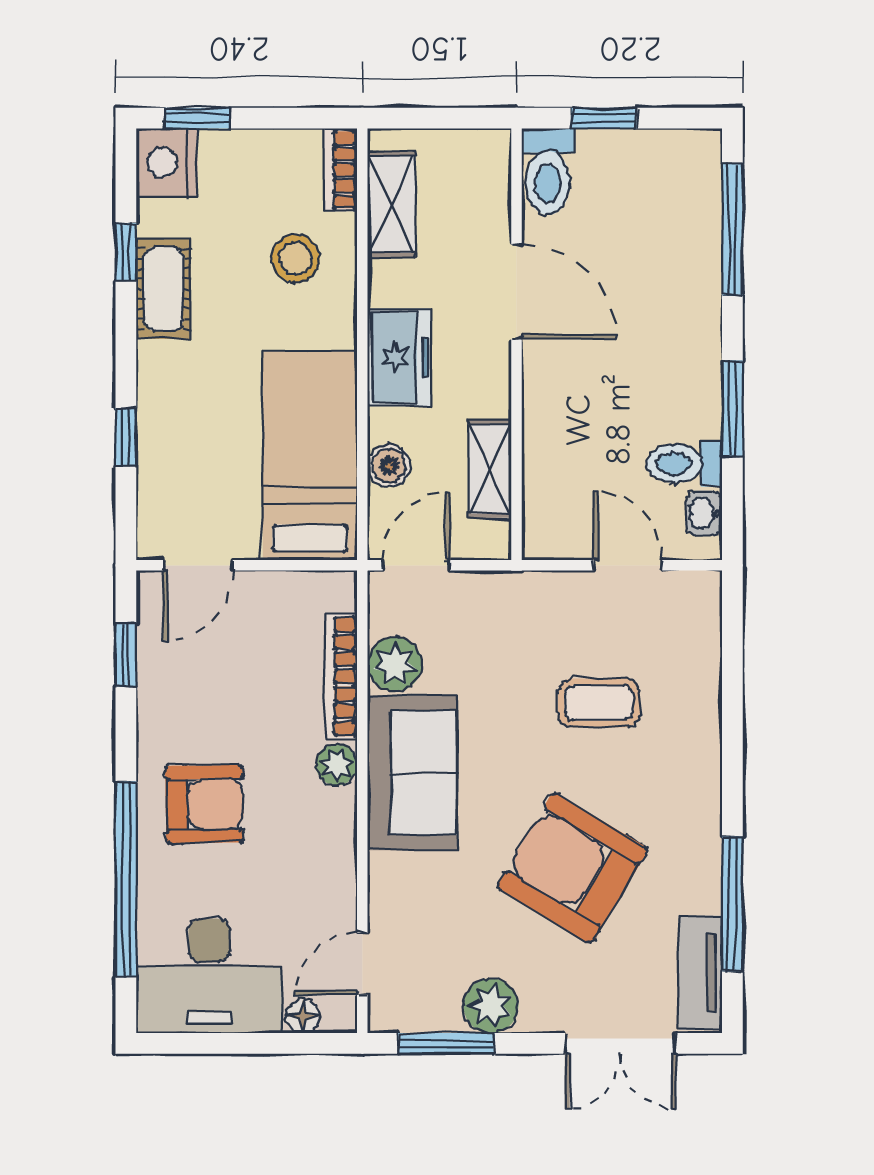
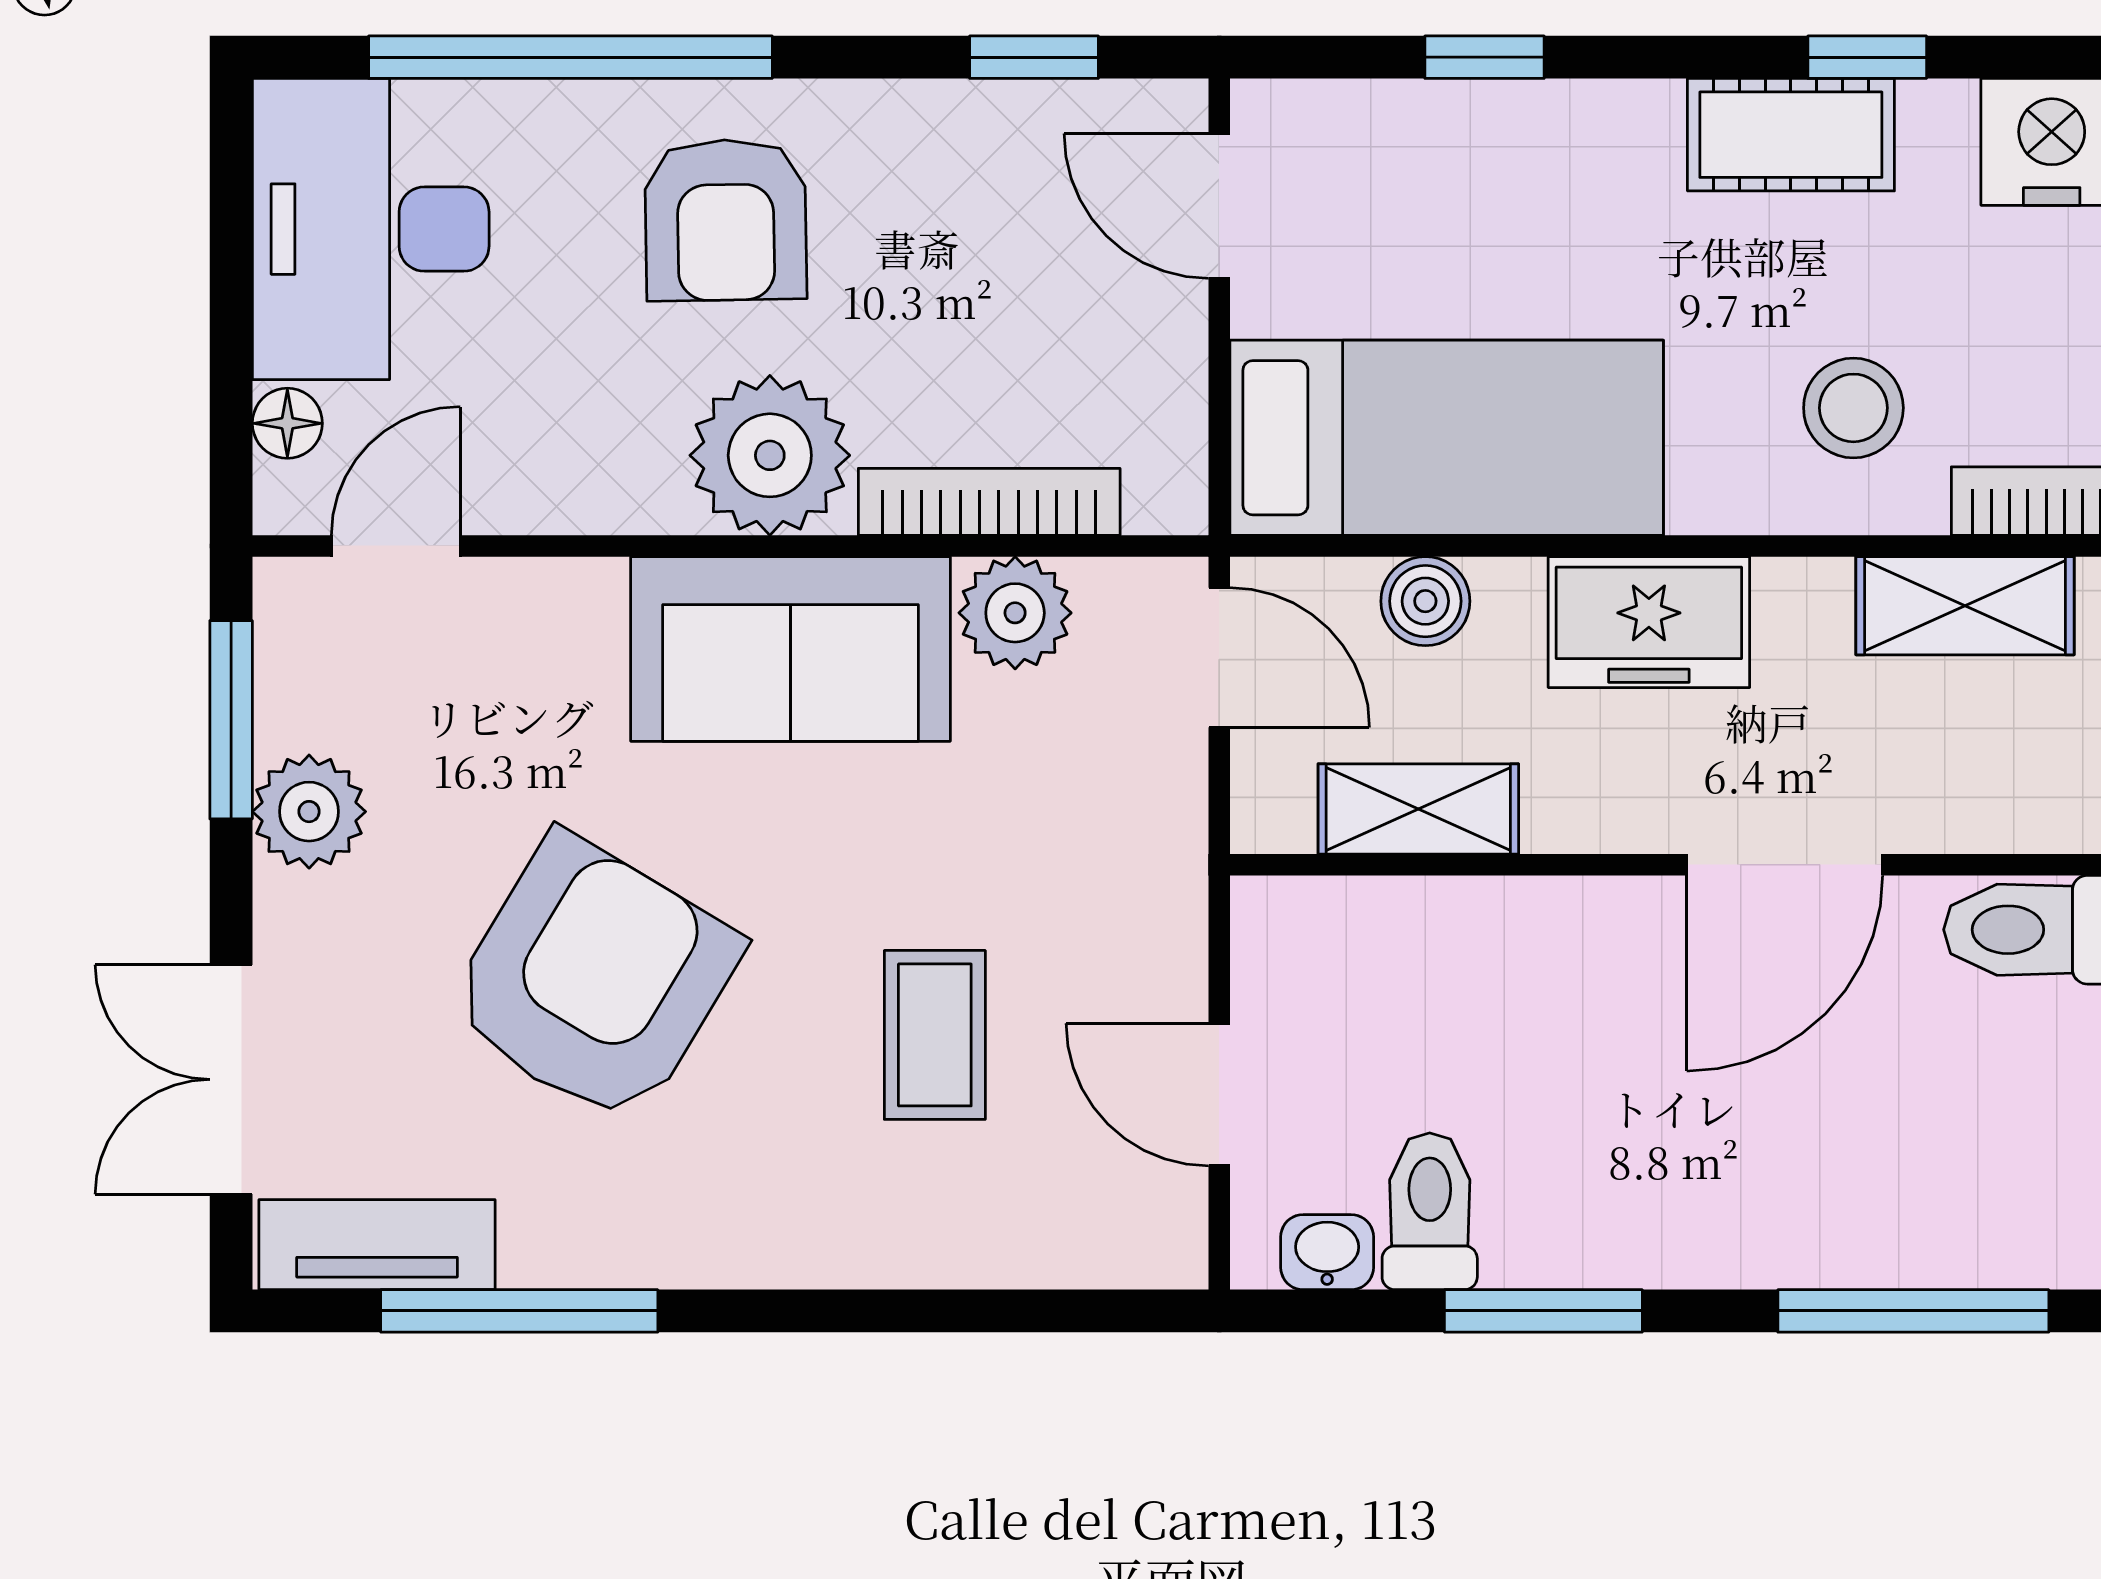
door: (628, 565) -> (1219, 1095), swing flipped
plant: (337, 765) -> (770, 455), width x1.88, depth x1.88
door: (362, 964) -> (396, 546), hinge flipped

